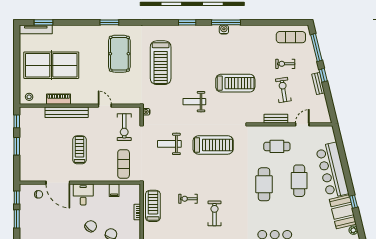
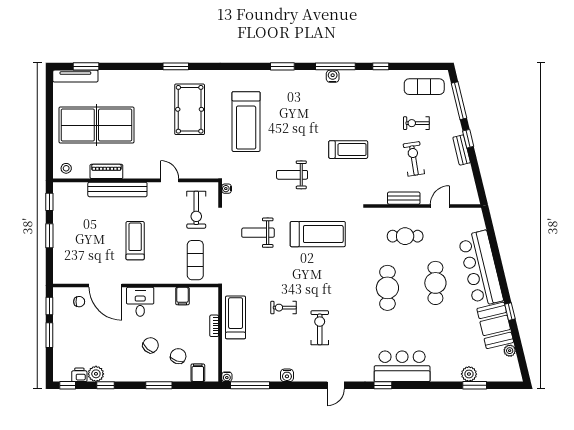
window: (259, 22) -> (381, 66), added
treadmill: (235, 83) -> (348, 150), width x0.73, depth x0.73

